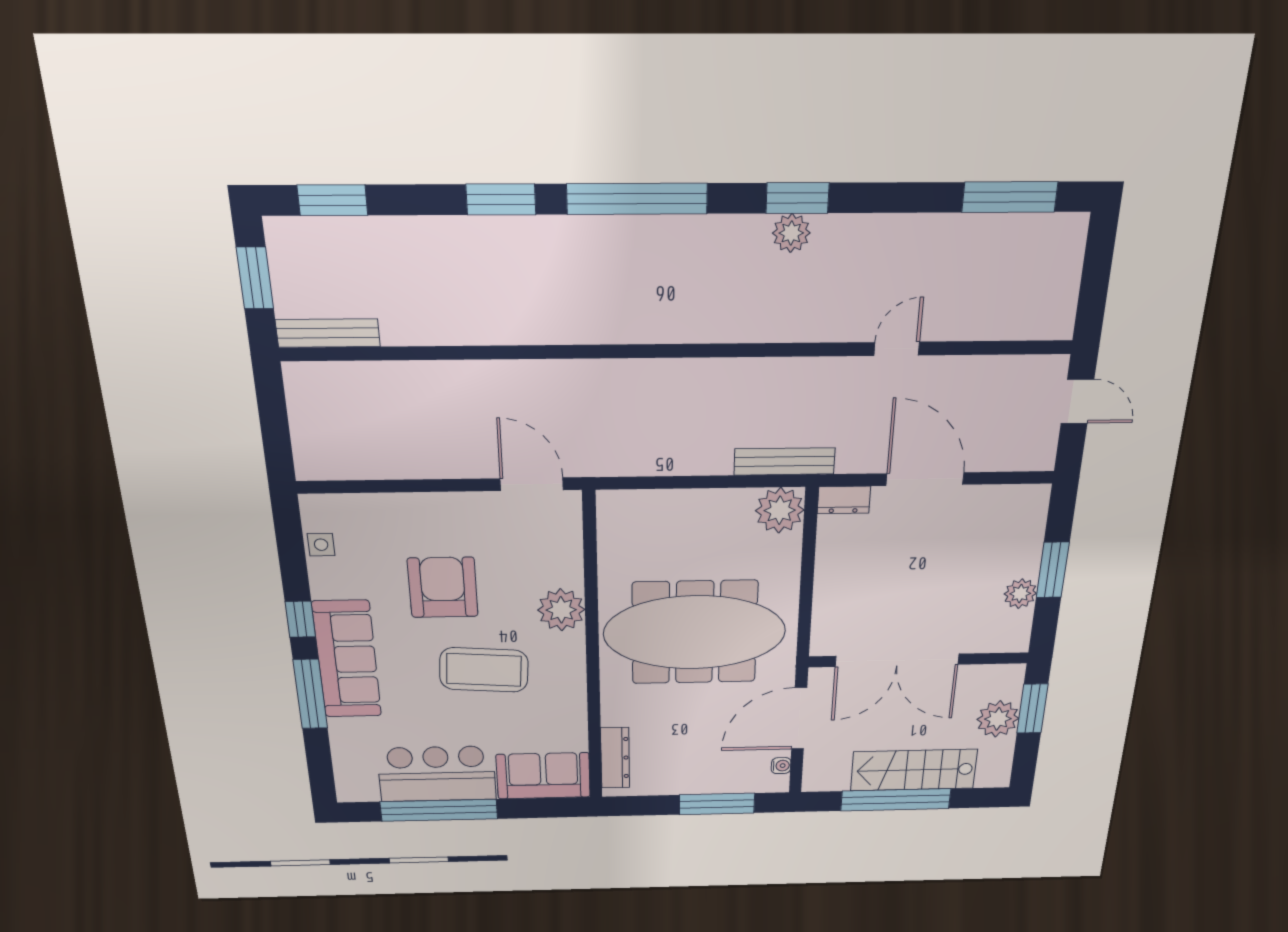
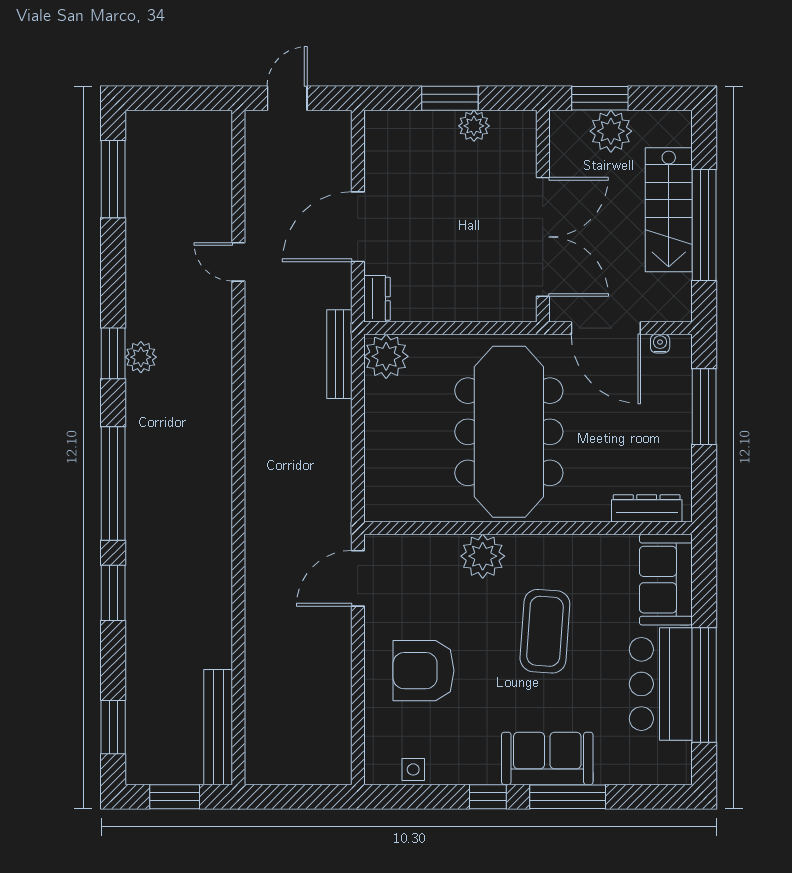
bench: (328, 333) -> (218, 727), width x1.37, depth x1.21
armchair: (443, 587) -> (424, 671), moved
sofa: (347, 659) -> (547, 758), width x0.73

